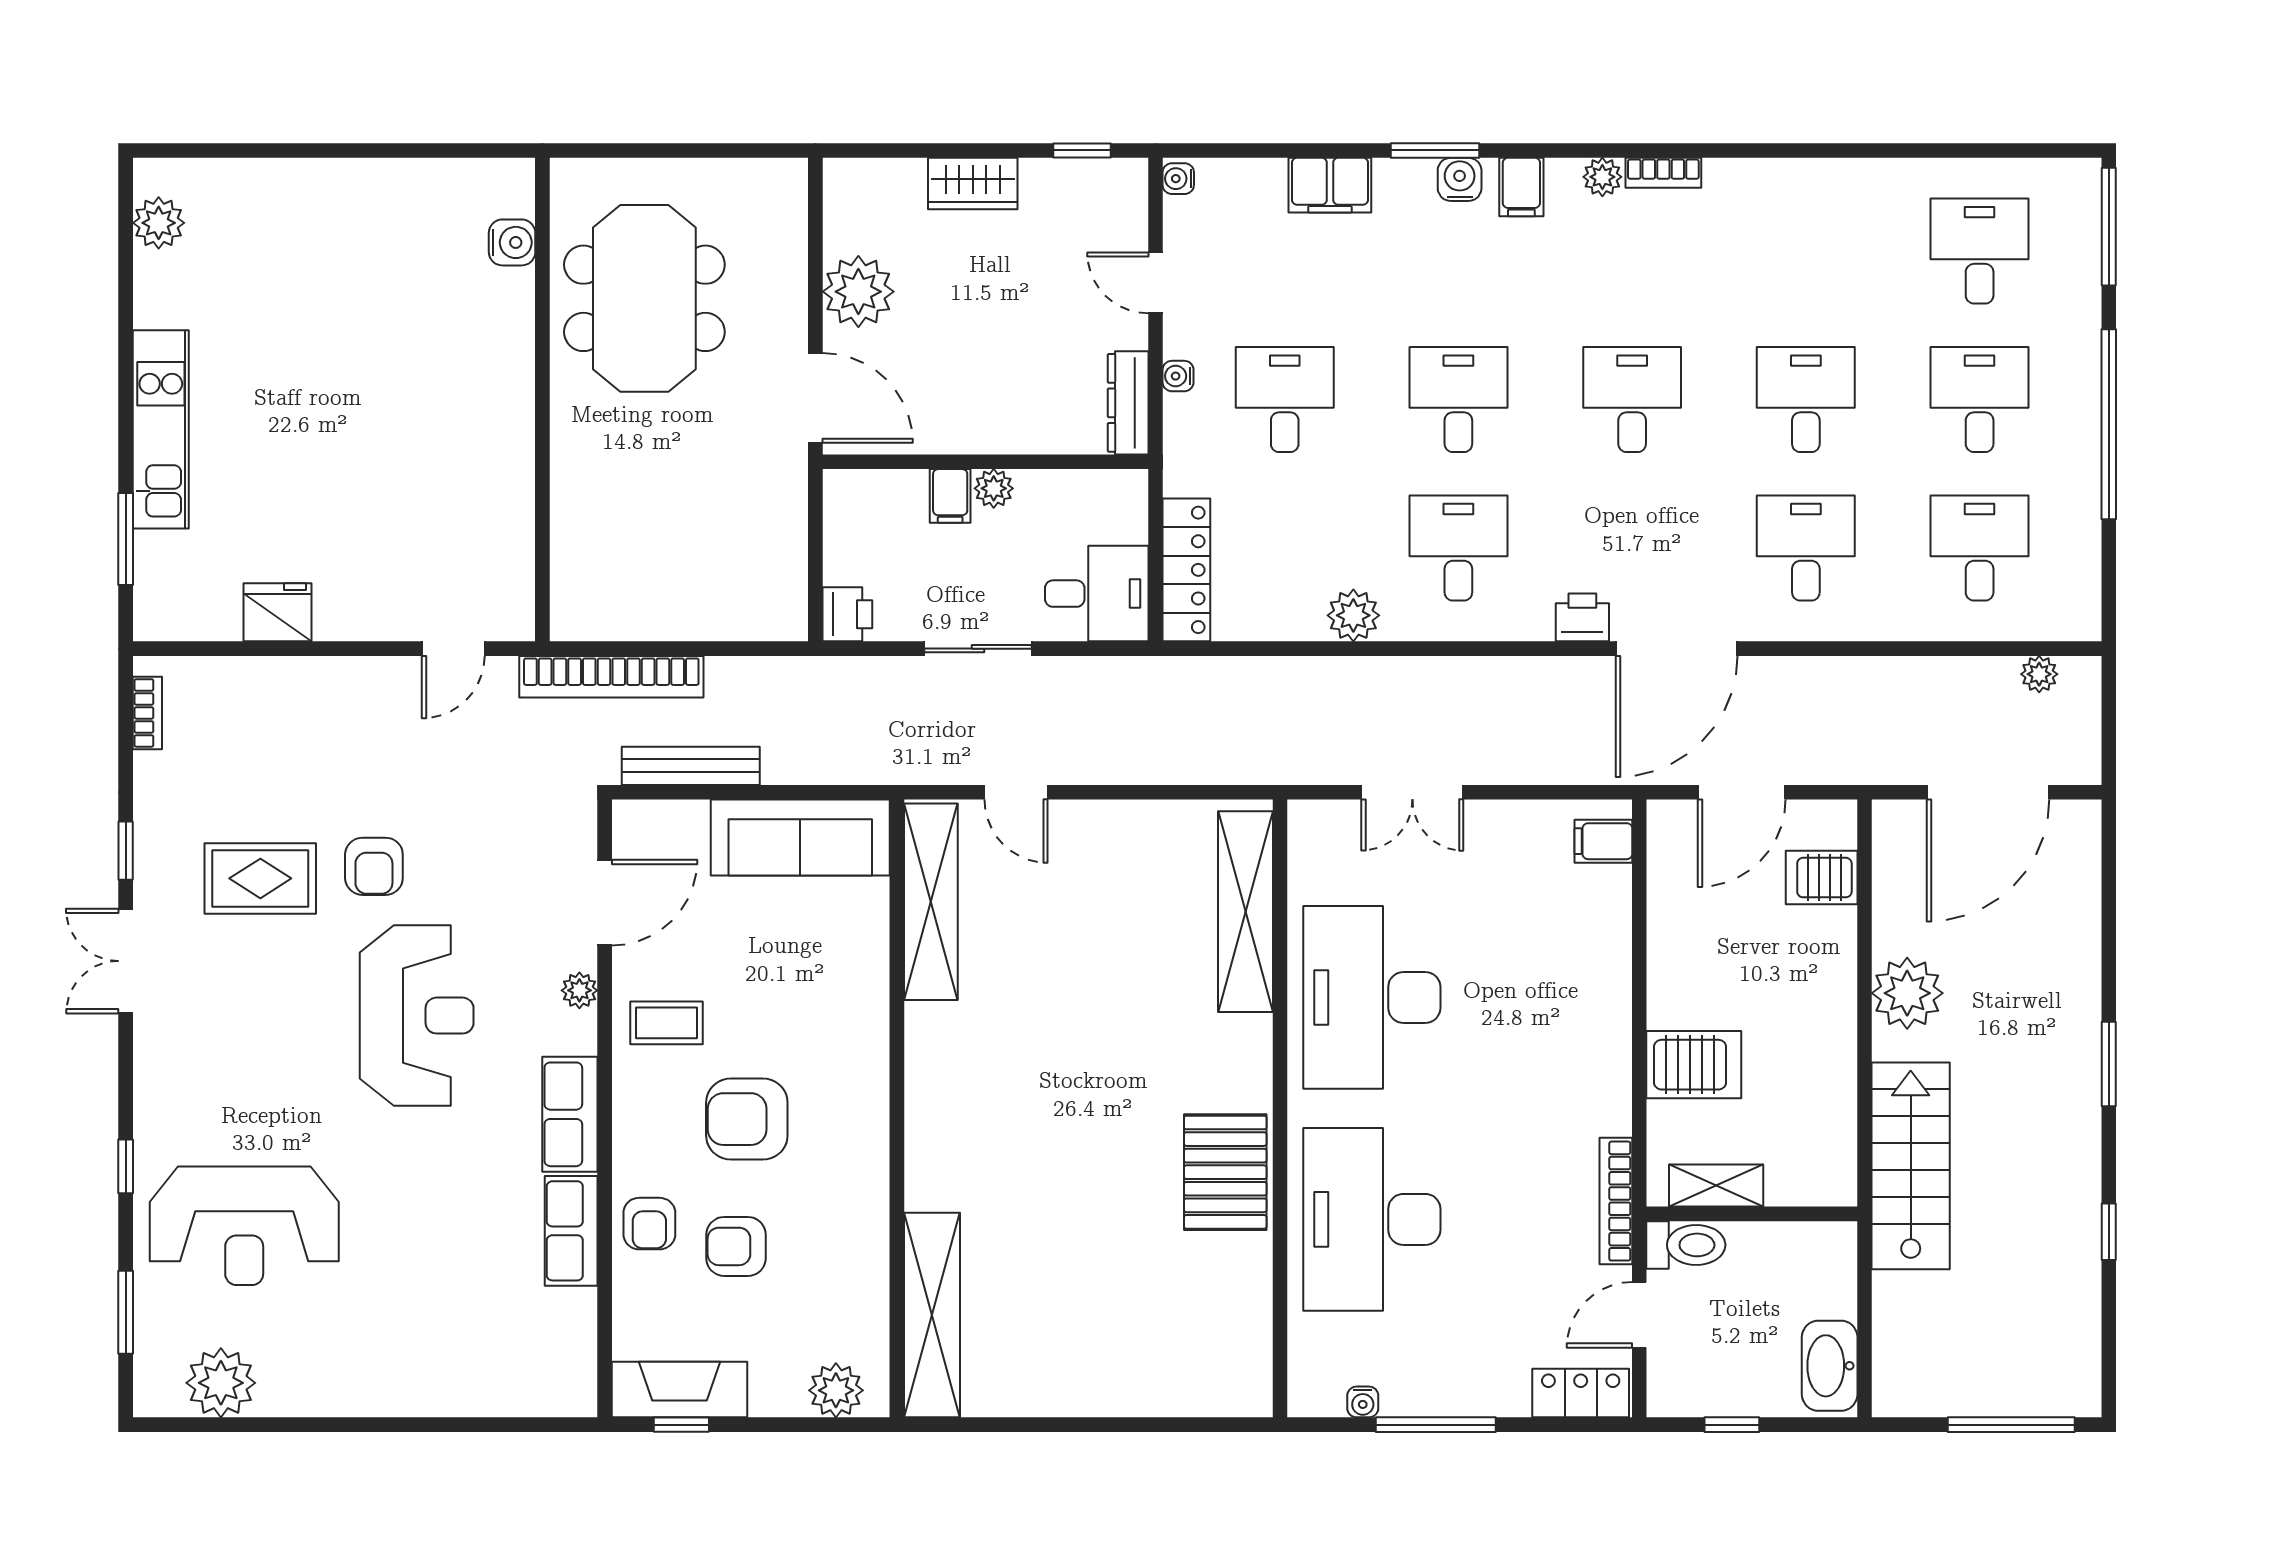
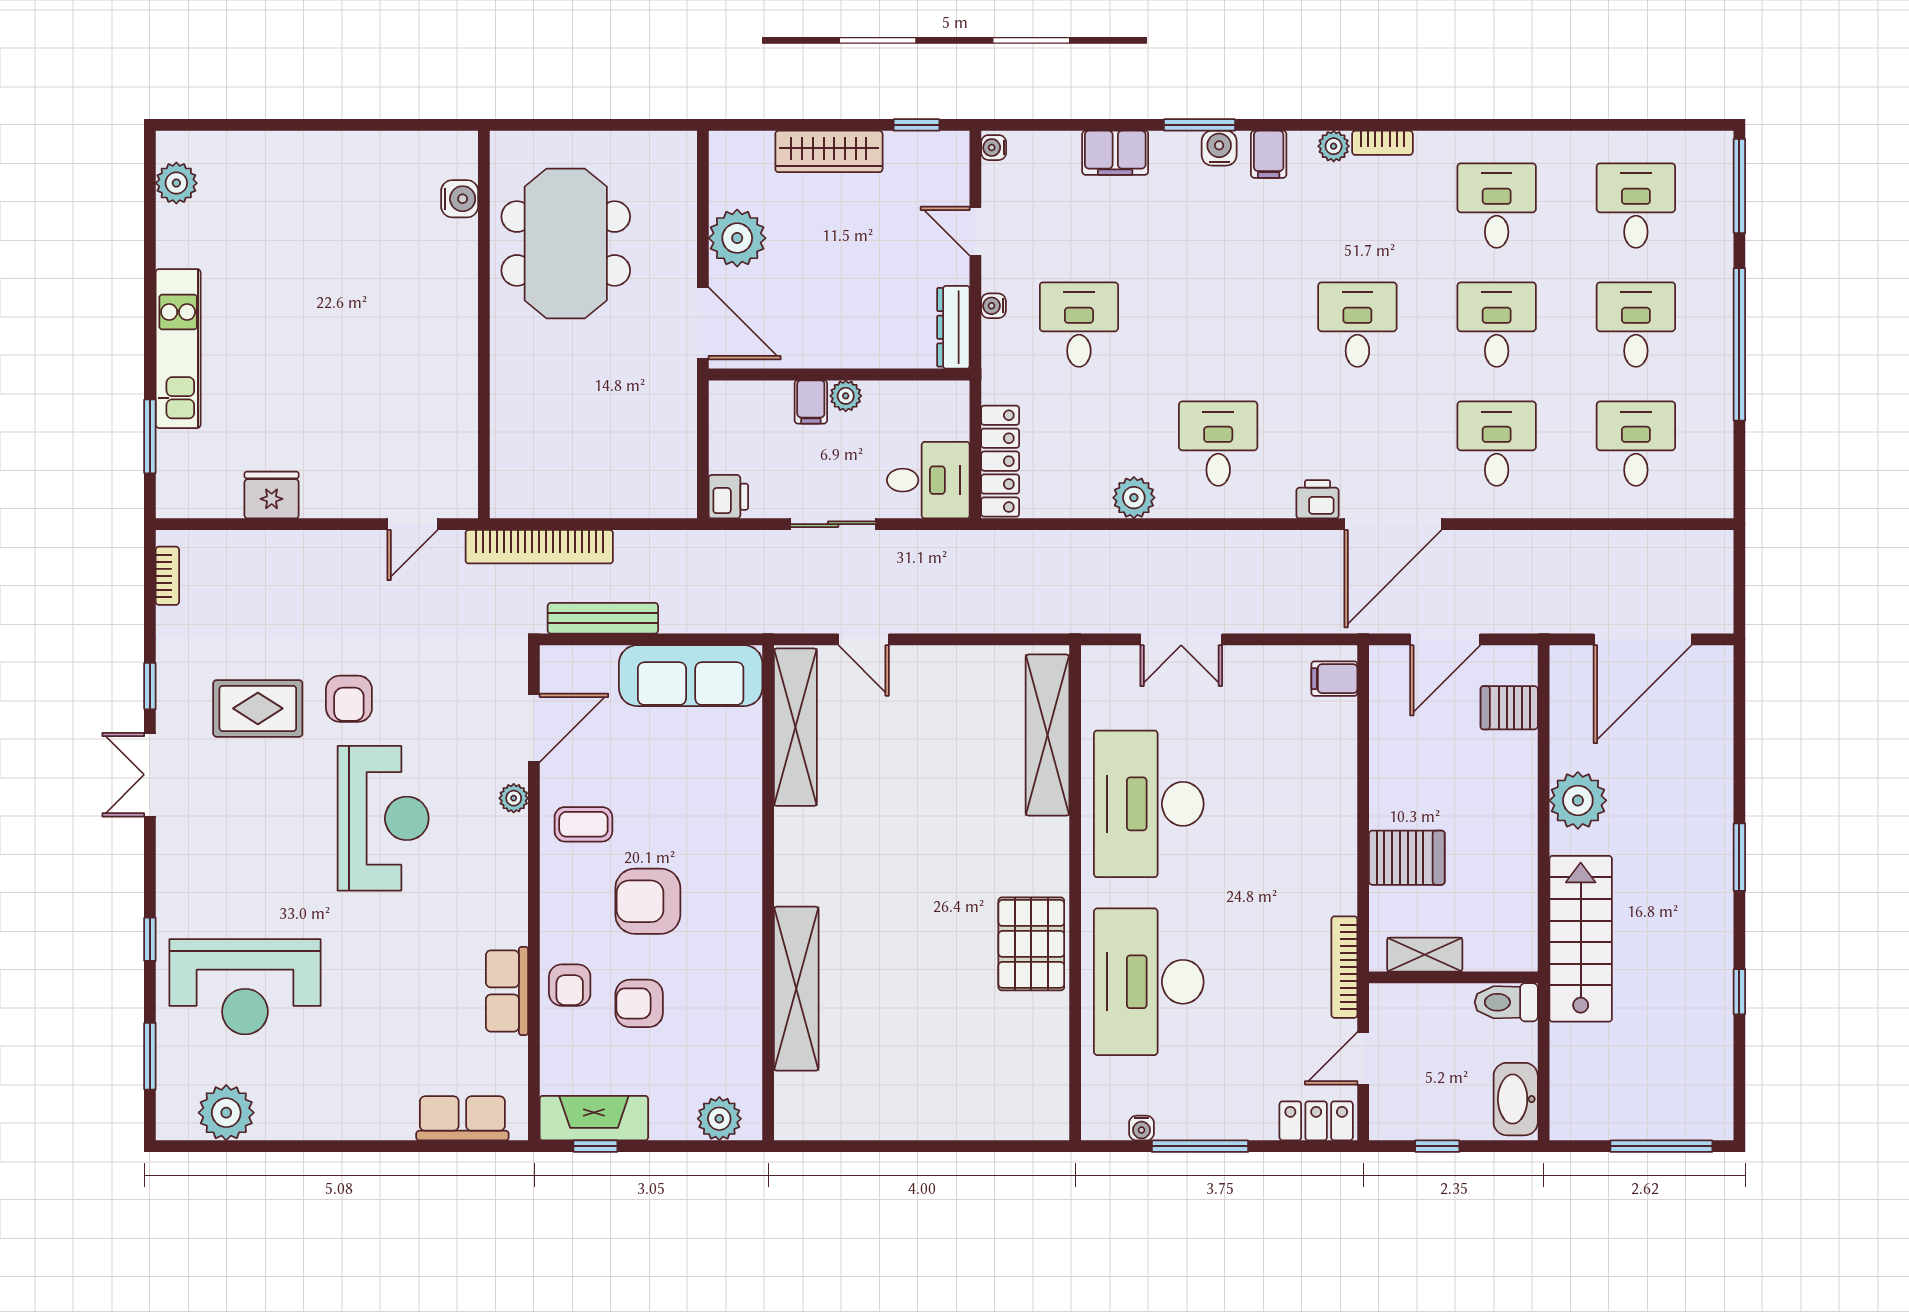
wardrobe: (973, 183) -> (829, 151), width x1.50
desk: (1458, 400) -> (1497, 206), moved
plant: (2039, 674) -> (1684, 545), removed
row of seats: (570, 1114) -> (462, 1118), moved, turned 90
toilet: (1686, 1245) -> (1506, 1002), moved, turned 180
shelving: (932, 1315) -> (796, 989), moved

